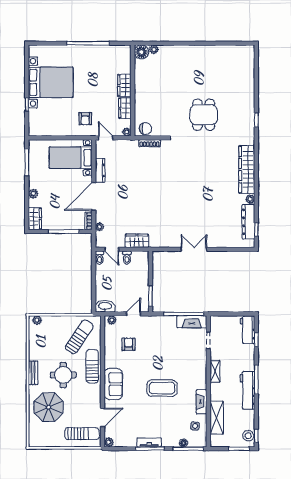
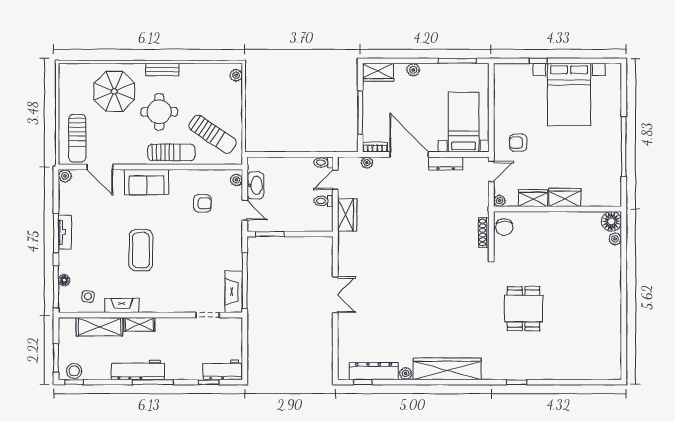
dining table: (204, 115) -> (524, 309), turned 90
washbasin: (105, 306) -> (255, 185), moved
shelving: (215, 371) -> (139, 324), moved

